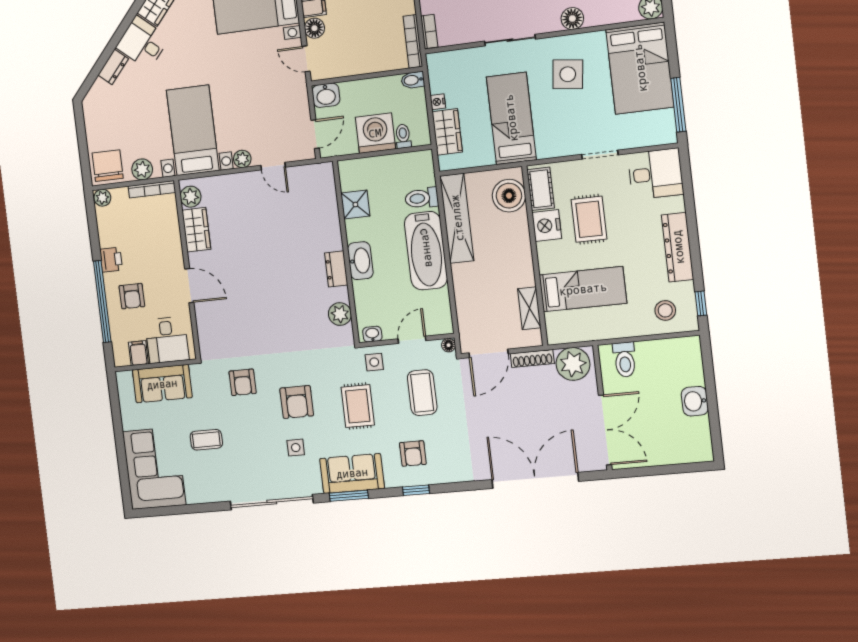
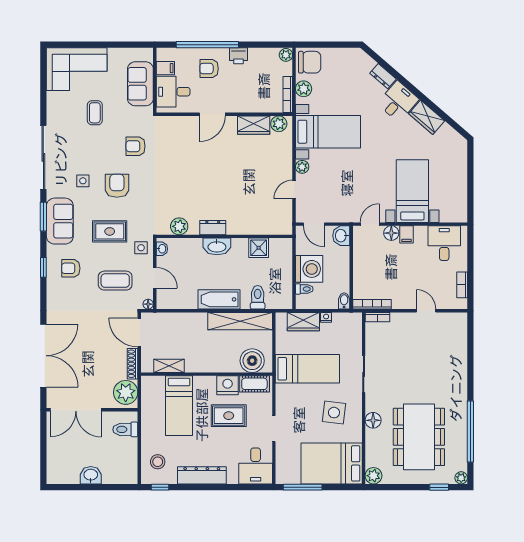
bathtub: (426, 251) -> (219, 299), width x0.73, depth x0.73
armchair: (297, 402) -> (117, 186), turned 90

